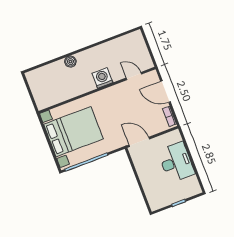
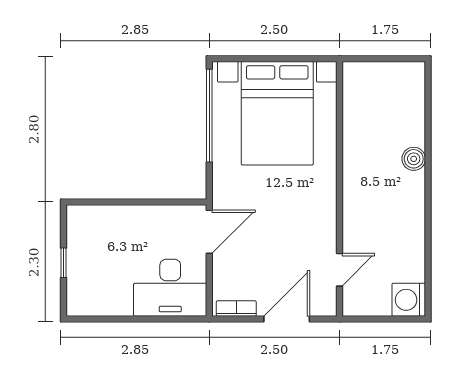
washing machine: (102, 78) -> (409, 300), moved, turned 180
desk: (176, 162) -> (170, 288), moved

